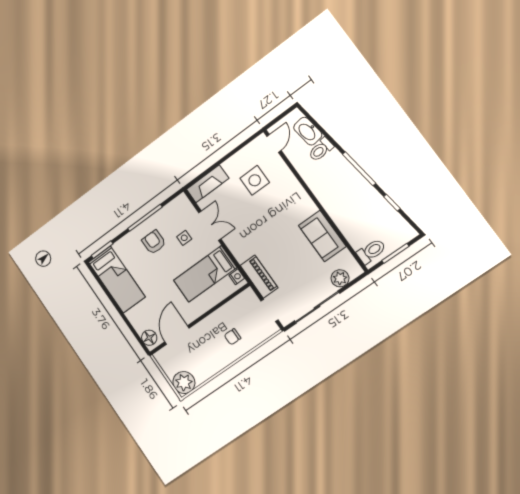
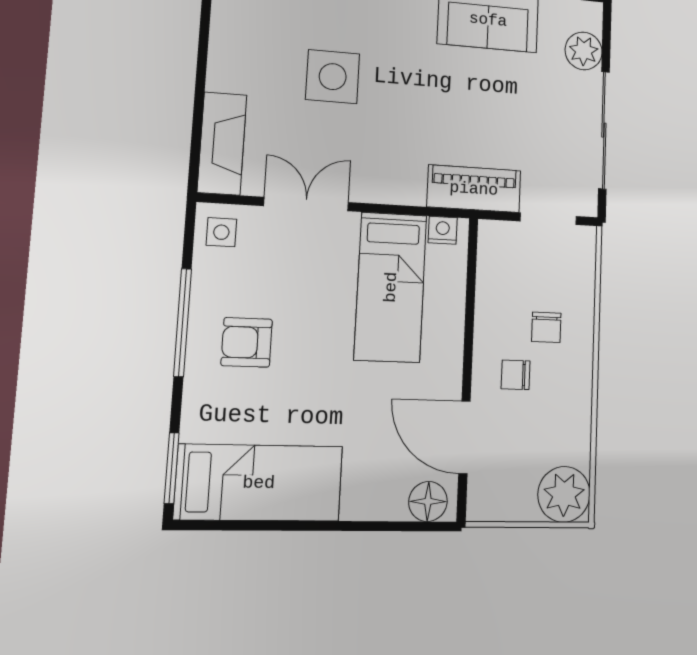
side table: (255, 180) -> (333, 77), moved
side table: (184, 238) -> (221, 232), moved
chair: (209, 338) -> (516, 375), added

